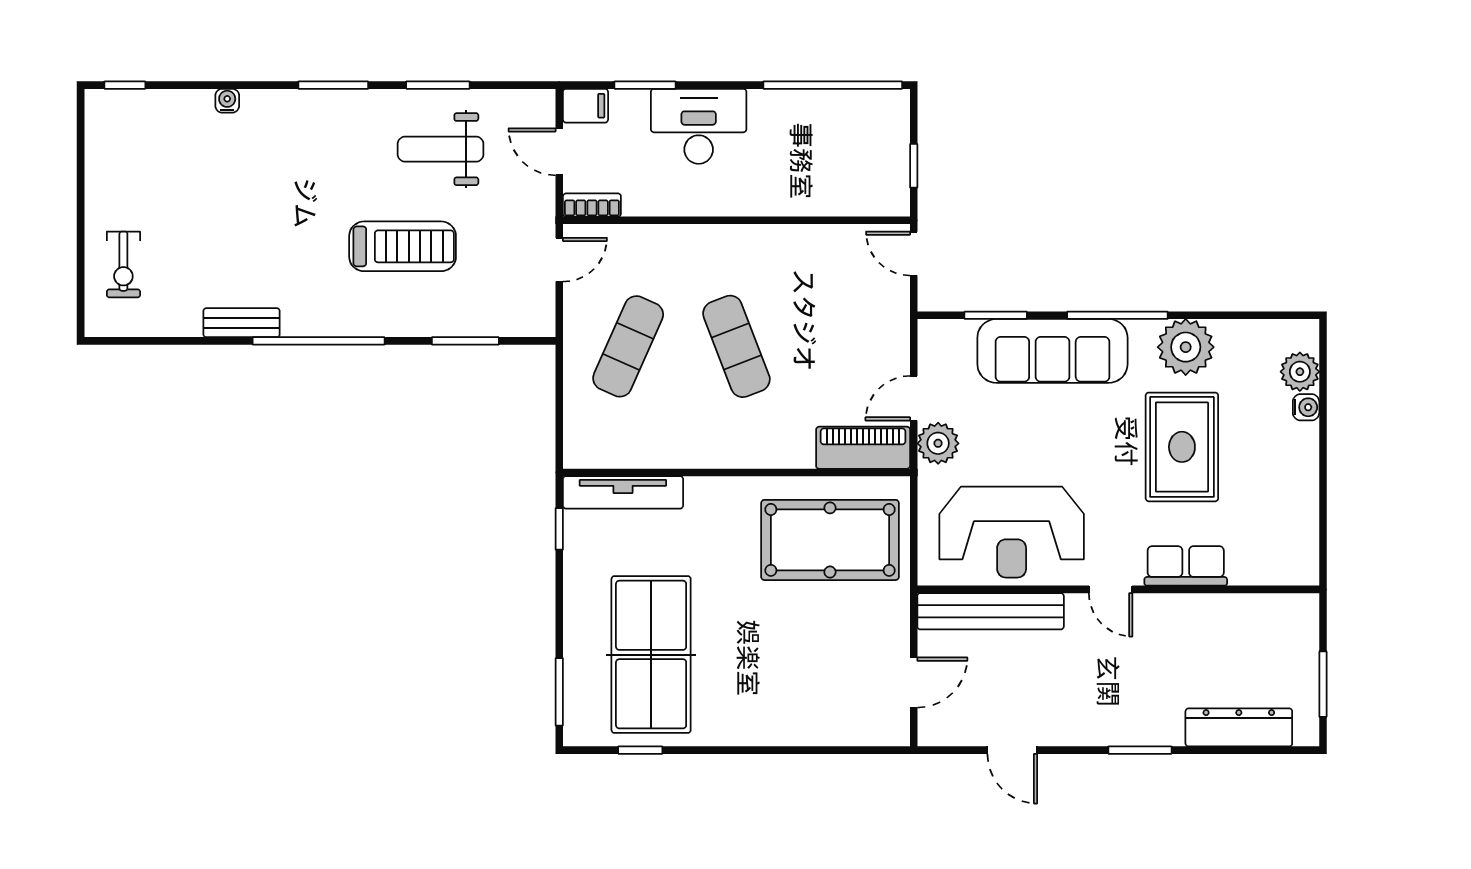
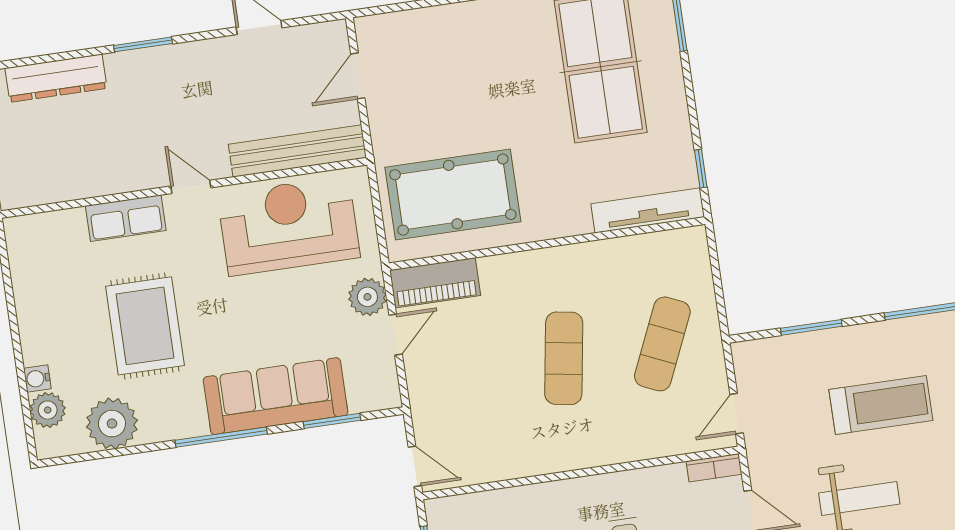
treadmill: (403, 246) -> (881, 405), turned 180
exercise mat: (736, 346) -> (564, 358), turned 30
plant: (1186, 347) -> (112, 424), moved

